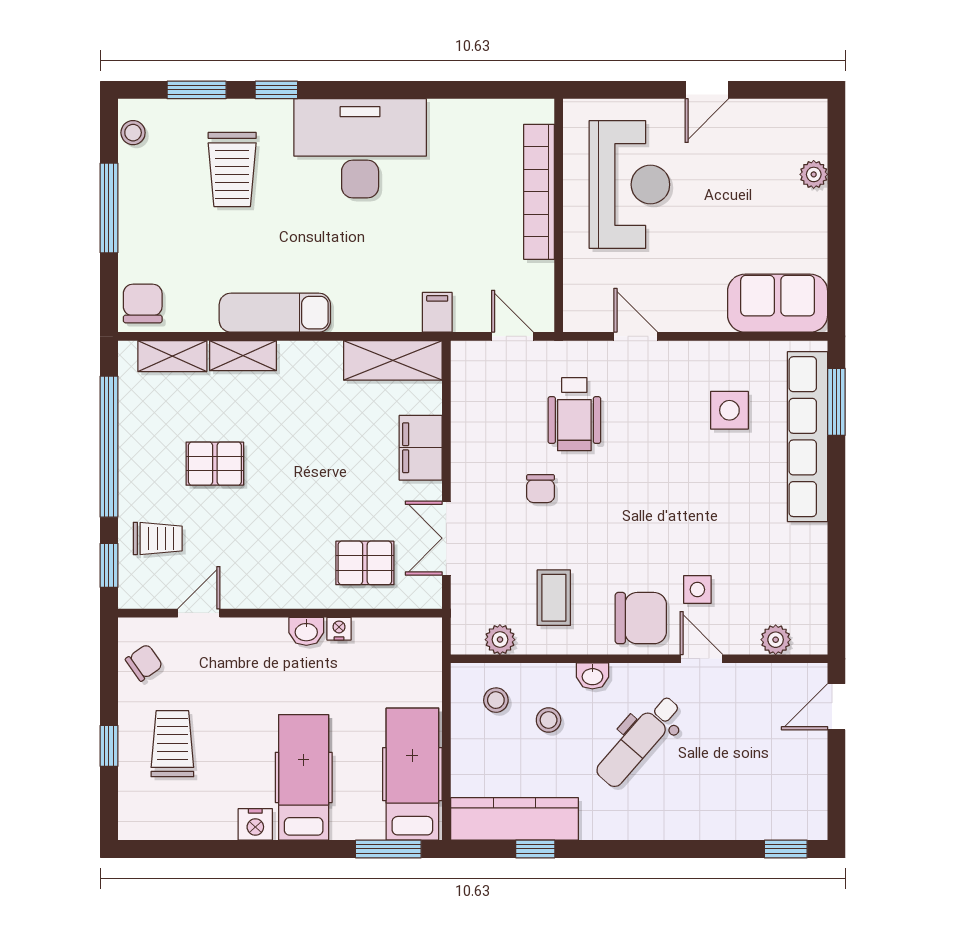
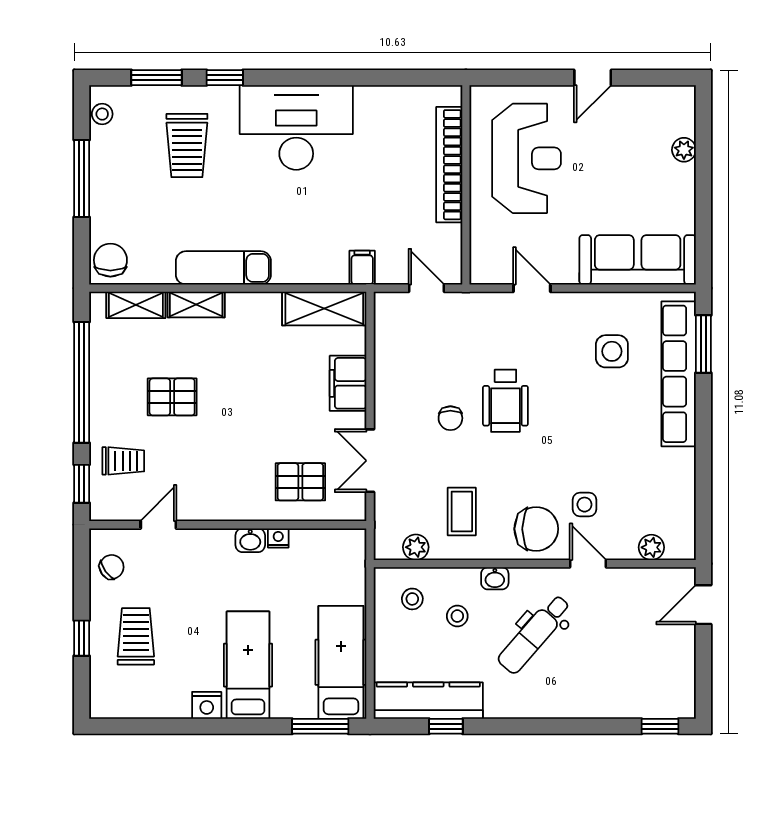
sofa: (778, 303) -> (638, 260), width x1.36
wheelchair: (574, 414) -> (505, 401), moved

